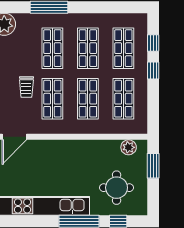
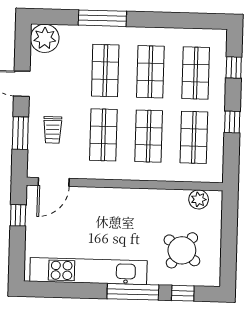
window: (153, 70) -> (232, 122), moved
trolley: (26, 87) -> (53, 130), moved
window: (153, 166) -> (229, 224), removed
round table: (117, 188) -> (182, 250), turned 38

